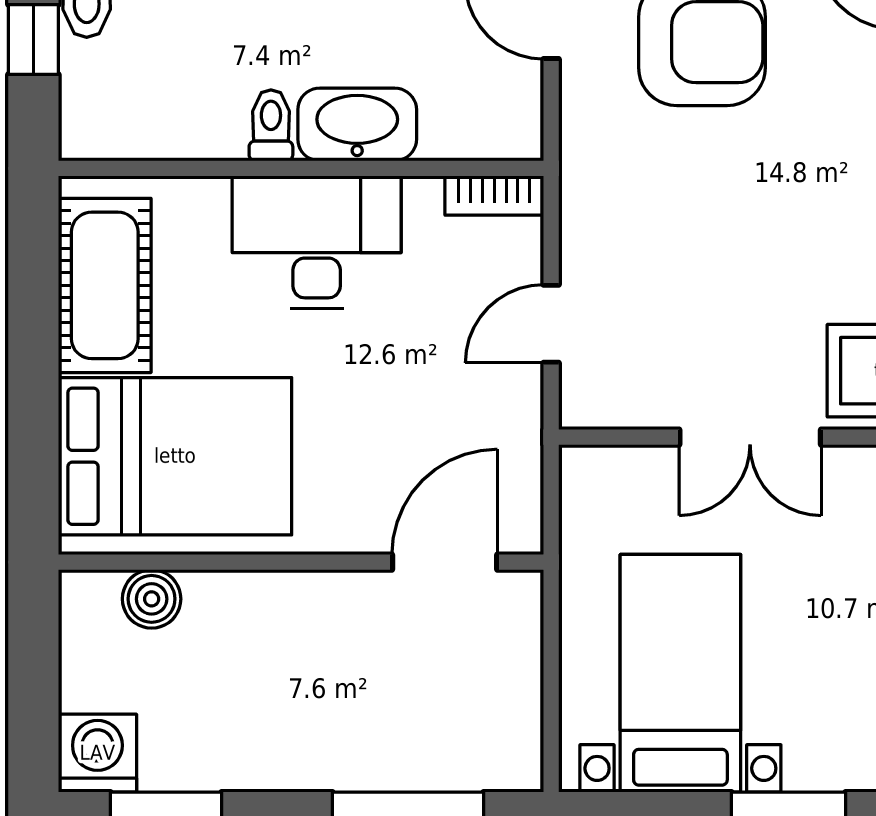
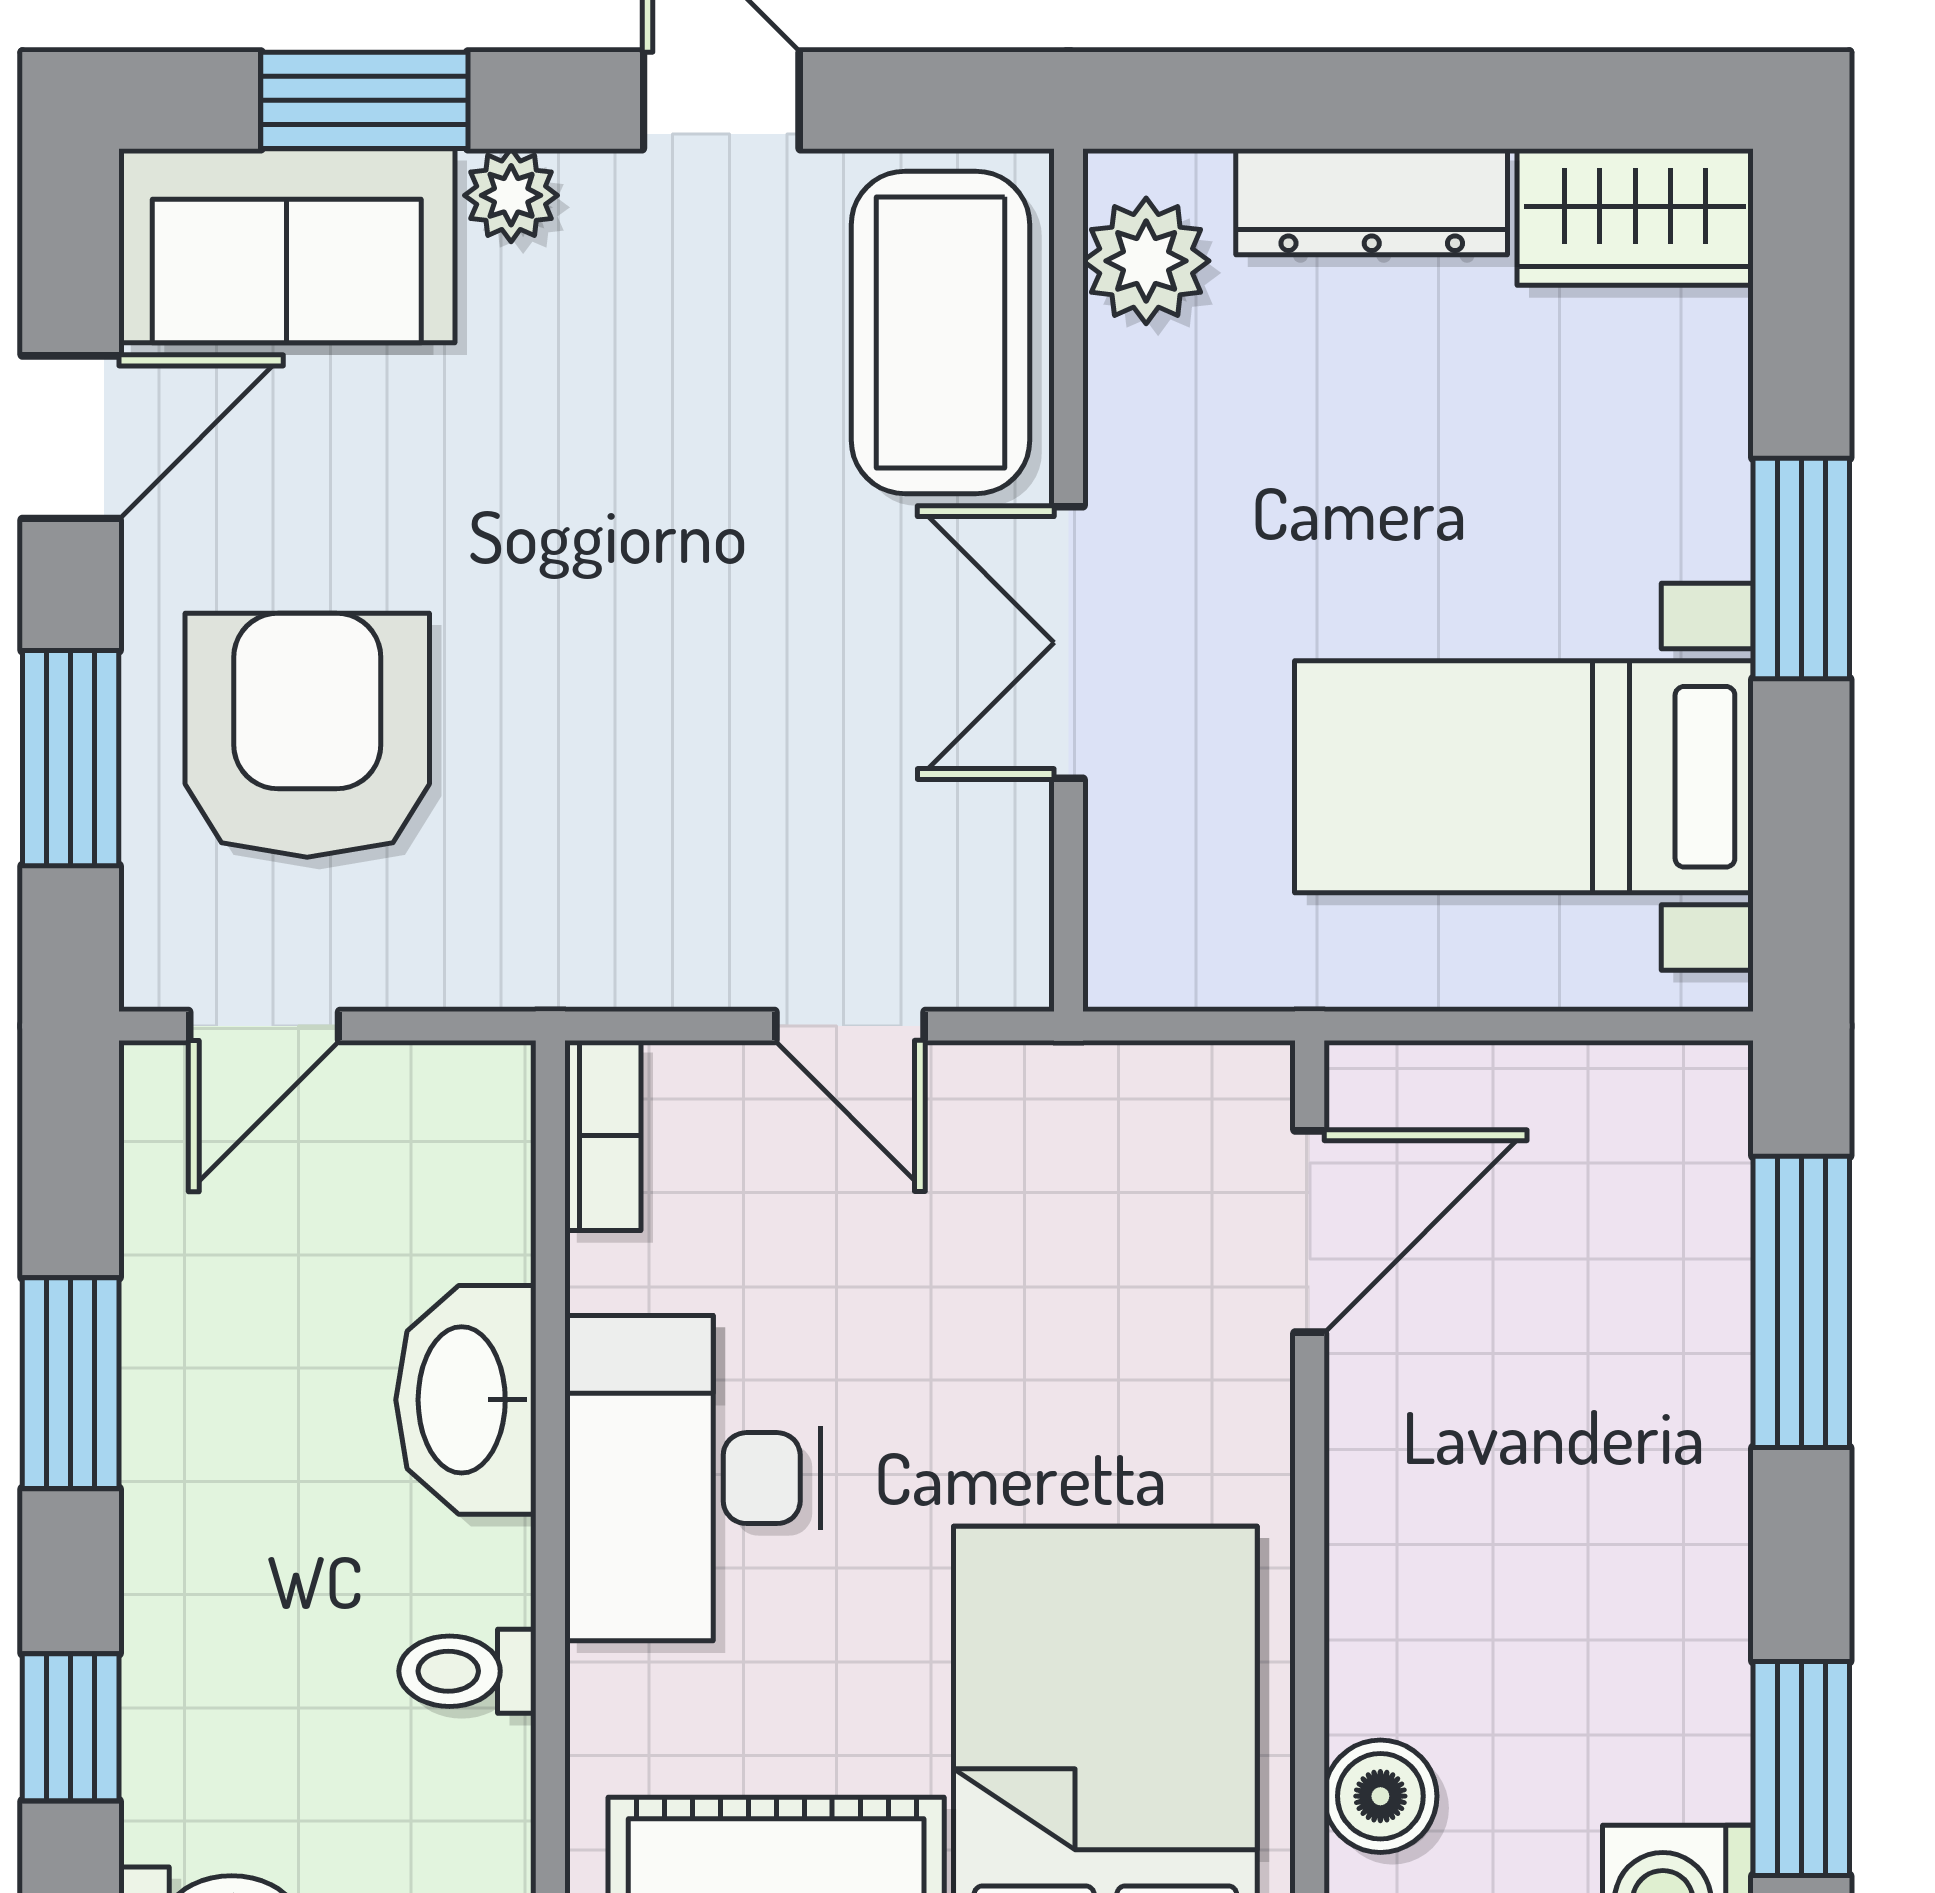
toilet: (271, 125) -> (467, 1671), moved
double door: (750, 437) -> (1069, 643), swing flipped
door: (445, 562) -> (1310, 1231), swing flipped

